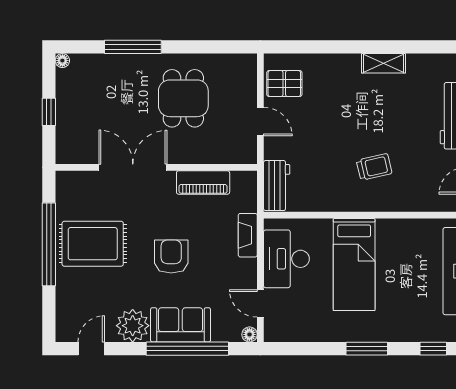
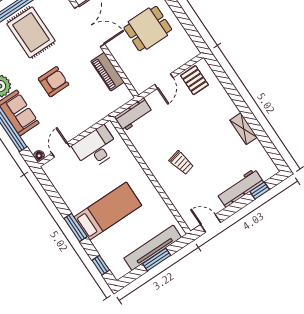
fireplace: (248, 235) -> (95, 117), removed
bed: (354, 265) -> (108, 211), moved, turned 180

